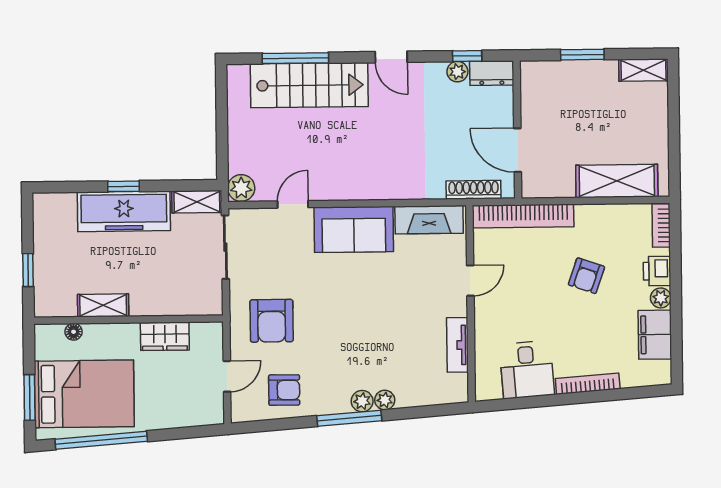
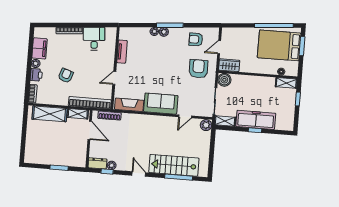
shelving: (643, 70) -> (78, 114), moved
boiler: (207, 300) -> (224, 80), added
shelving: (103, 305) -> (286, 83), moved
wardrobe: (165, 336) -> (229, 65), moved

